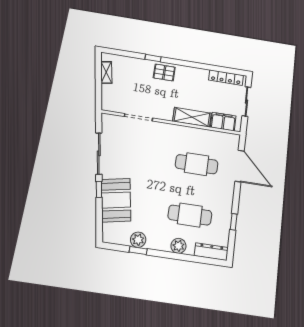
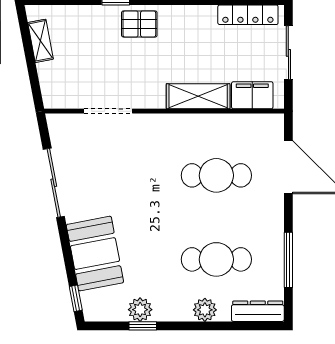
window: (99, 189) -> (76, 298), moved
window: (234, 222) -> (288, 260), width x2.17

